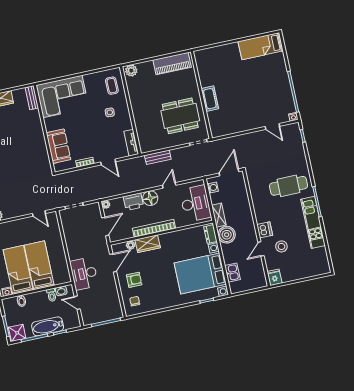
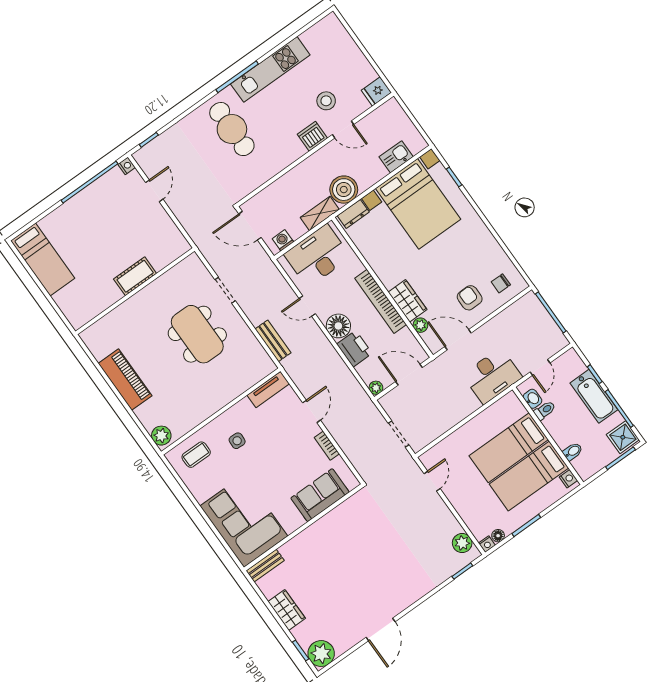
wall: (201, 95) -> (135, 291), moved
cot: (210, 99) -> (135, 276), moved

